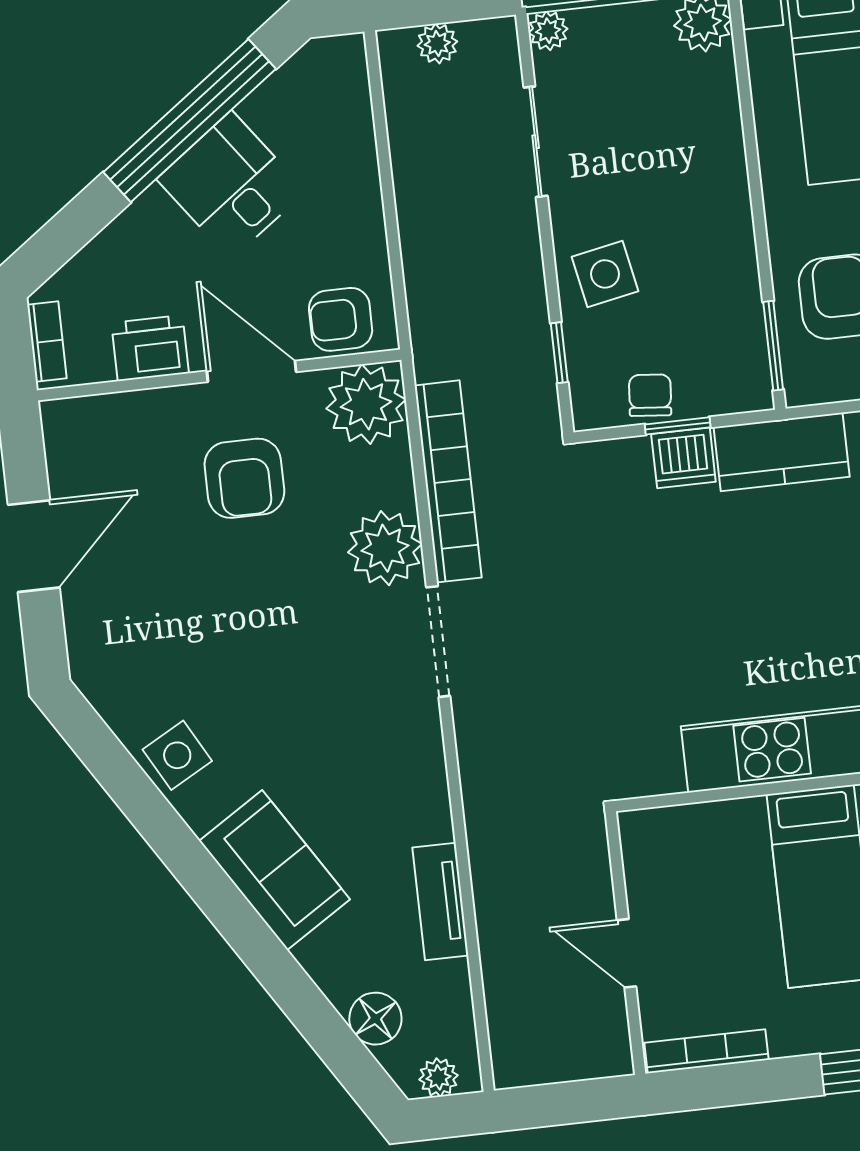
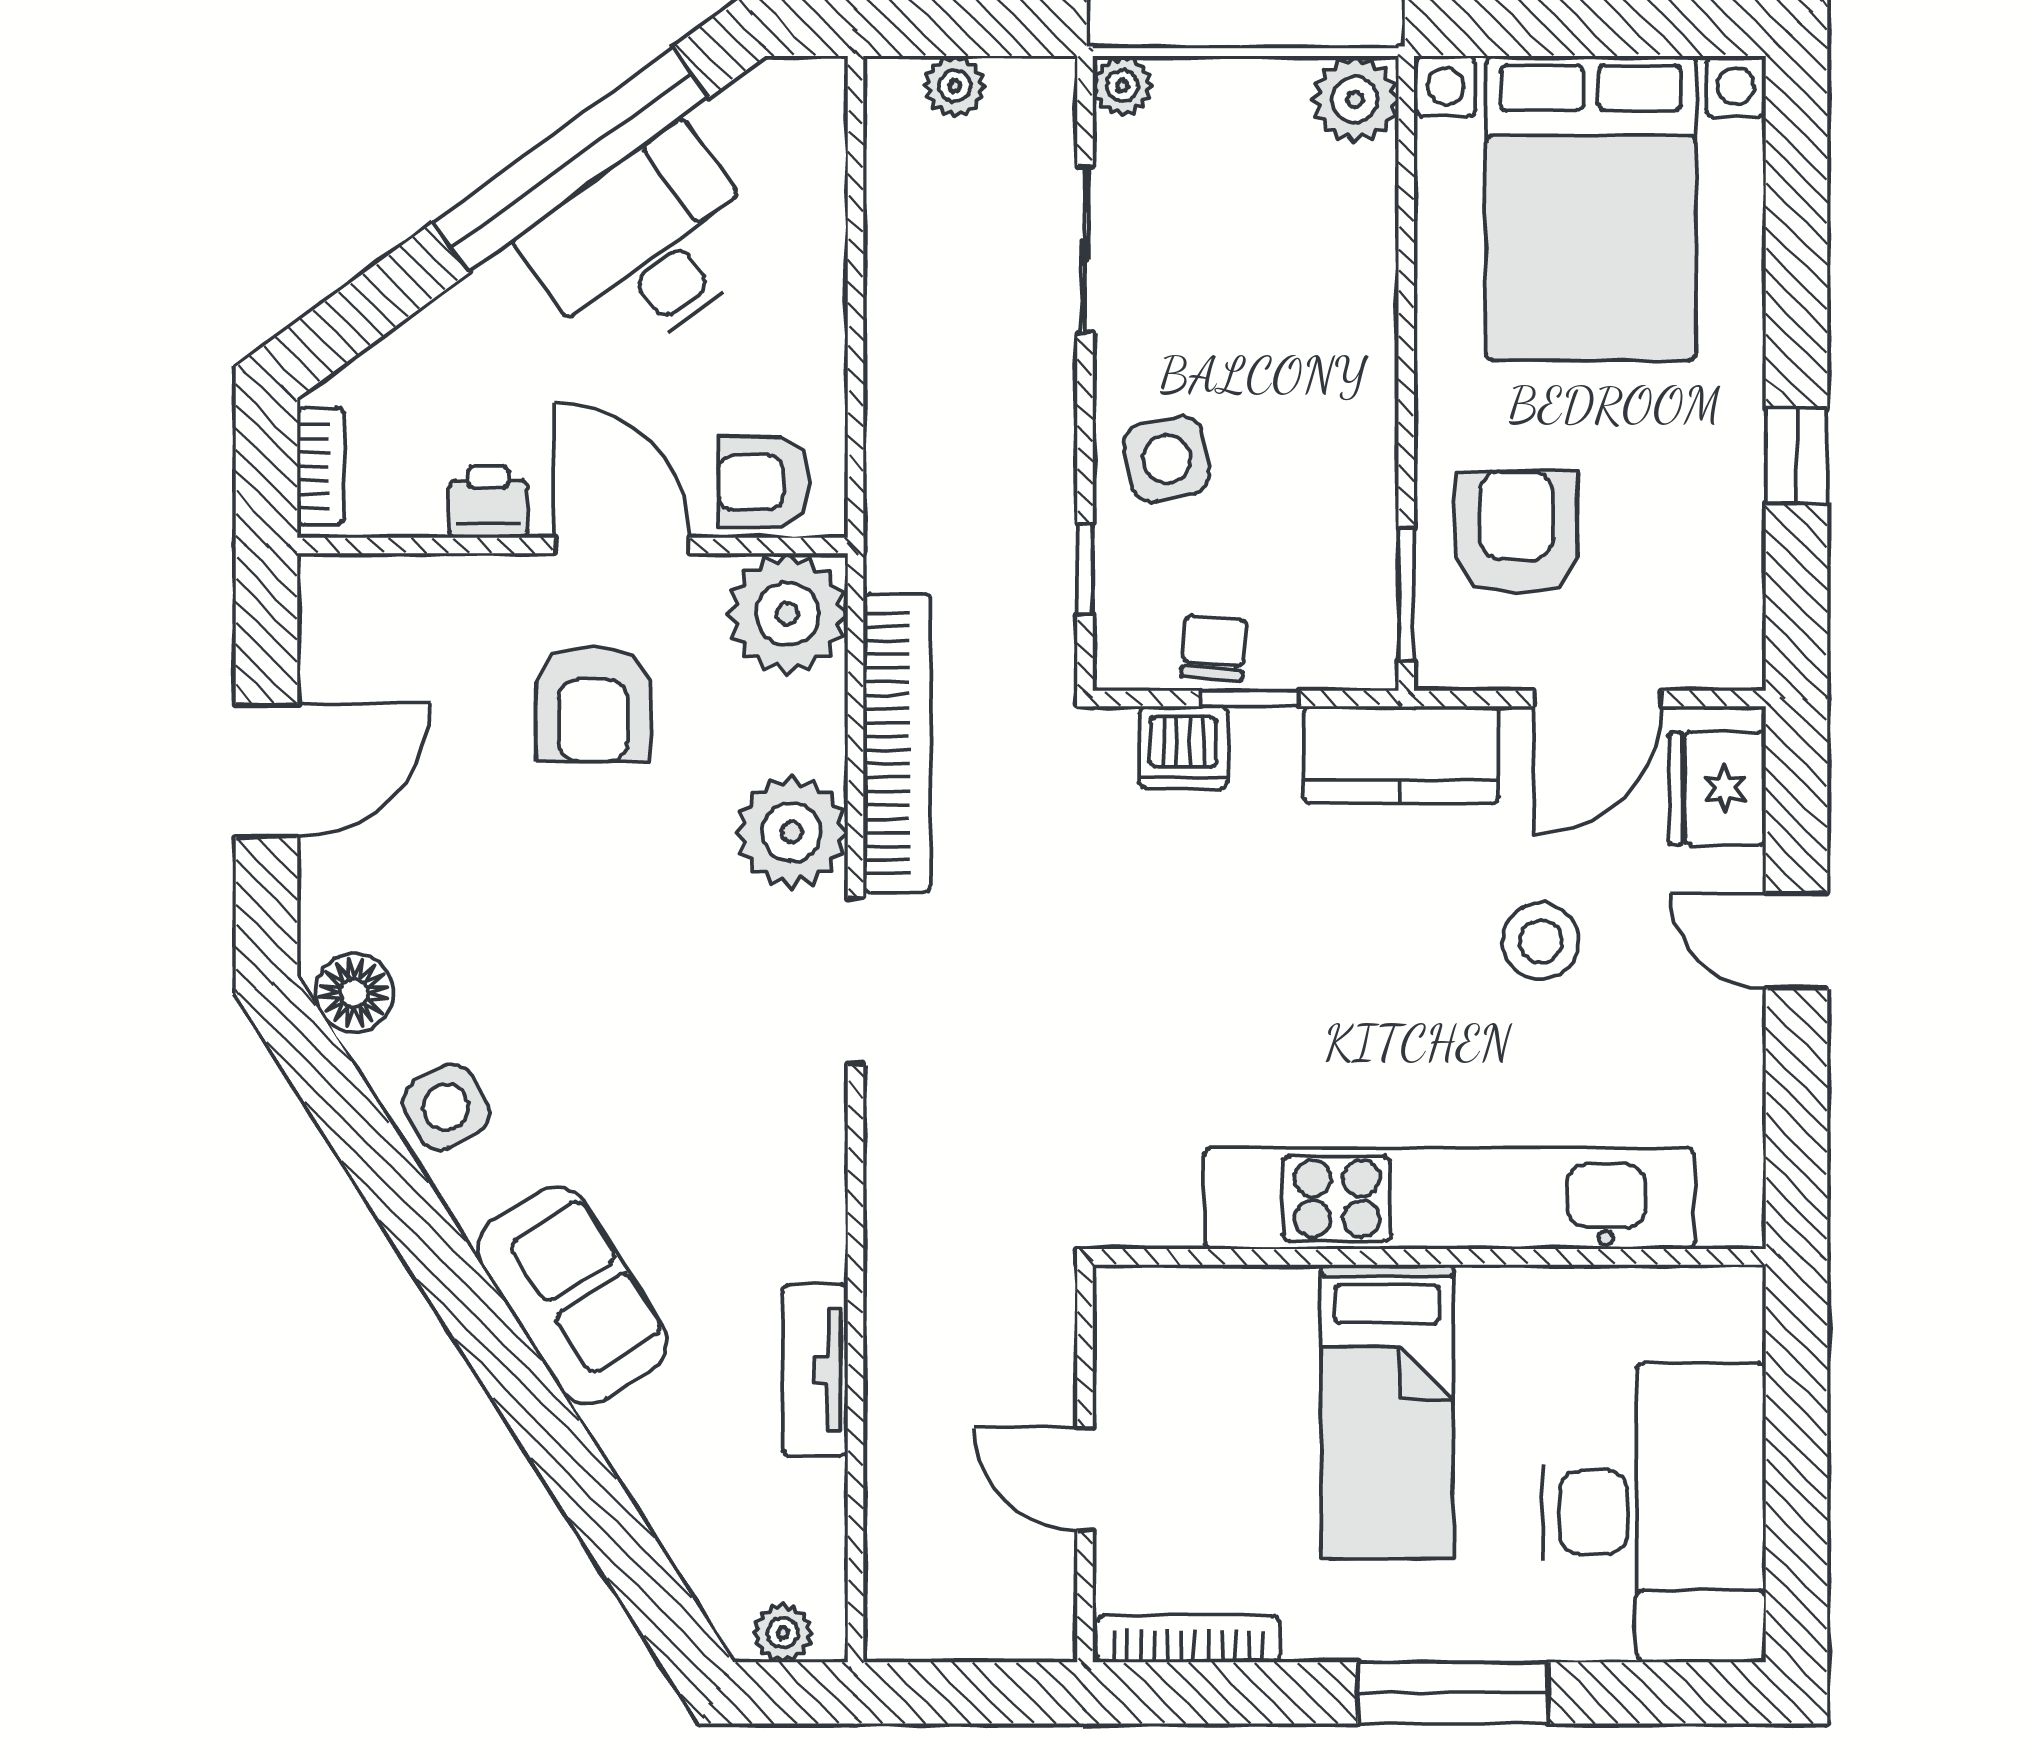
desk: (231, 185) -> (645, 246), width x1.37
printer: (150, 348) -> (488, 502), width x0.73, depth x0.81
dishwasher: (683, 458) -> (1183, 747), moved
floor lamp: (375, 1019) -> (354, 993), moved

